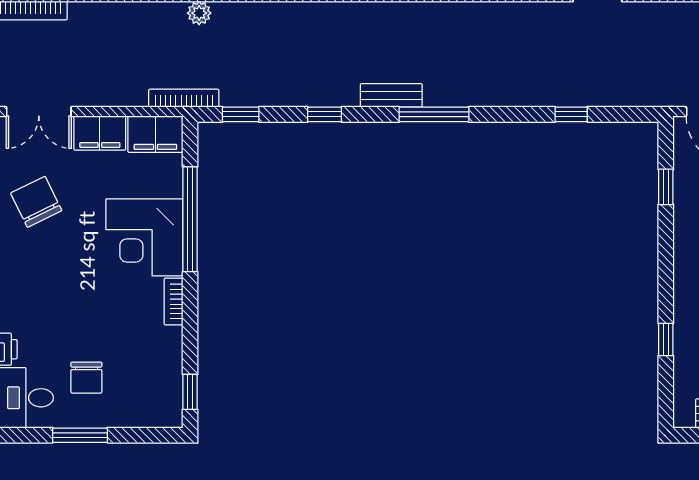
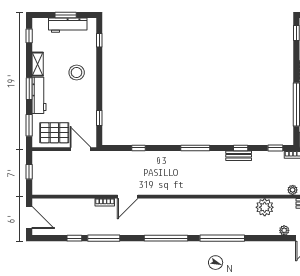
bench: (391, 95) -> (239, 156), moved
window: (666, 339) -> (99, 40), moved

